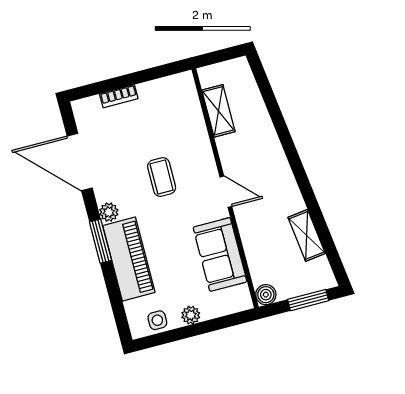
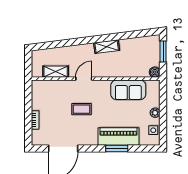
door: (226, 192) -> (84, 79), moved
plant: (109, 212) -> (92, 140), removed
shelving: (307, 235) -> (107, 47), moved
window: (100, 241) -> (117, 148), moved

